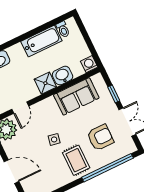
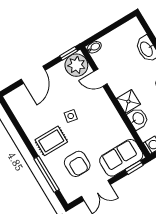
window: (114, 94) -> (134, 167), moved
sofa: (76, 96) -> (121, 158), moved, turned 90
window: (107, 168) -> (46, 174), width x0.68

